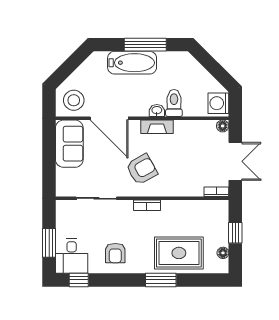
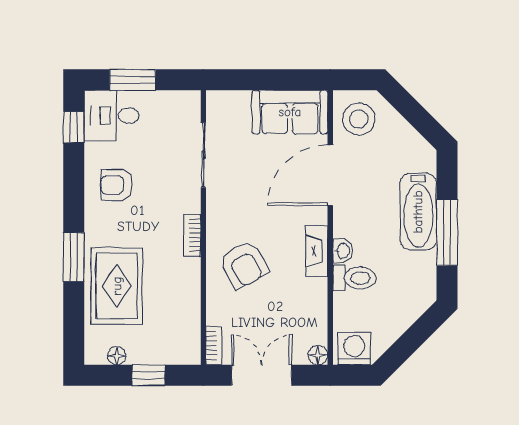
double door: (235, 161) -> (262, 375), swing flipped
armchair: (142, 169) -> (244, 265), moved

